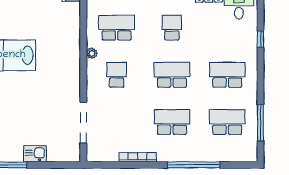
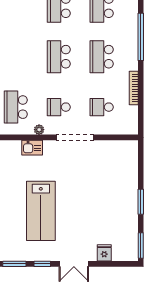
school desk: (172, 28) -> (102, 107), moved
doorway: (83, 122) -> (75, 137), moved
kitchen sink: (35, 154) -> (32, 148), moved, turned -90

